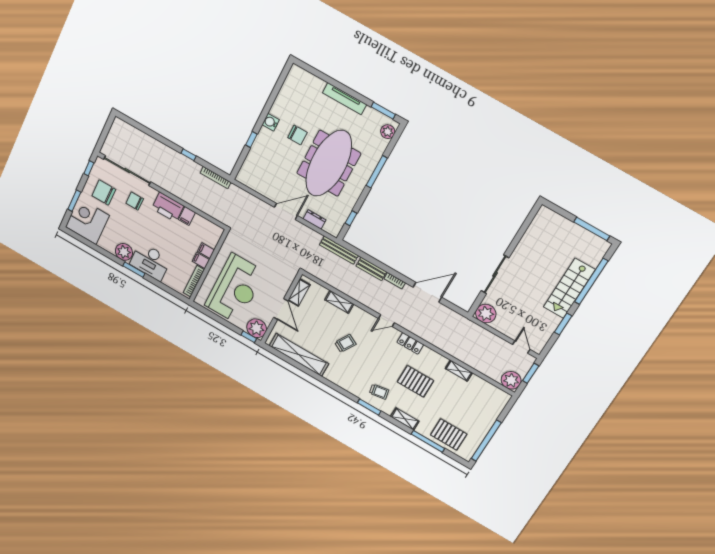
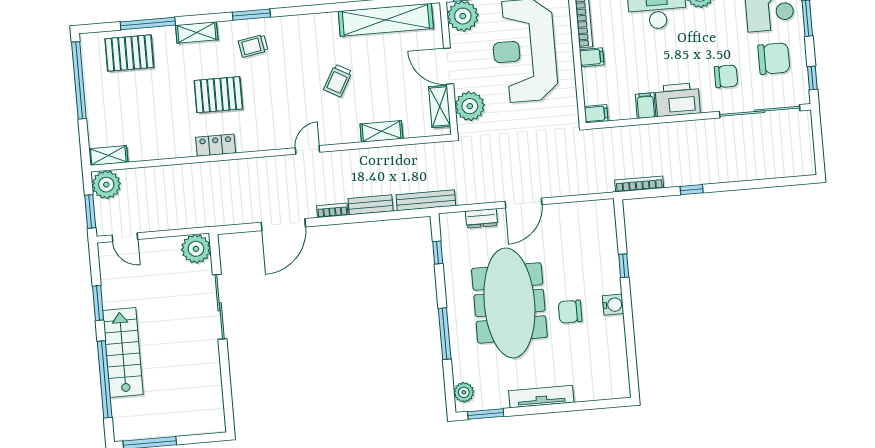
filing cabinet: (206, 251) -> (596, 114), moved
plant: (282, 281) -> (470, 106), added
locker: (410, 343) -> (216, 145), moved
shelving: (459, 371) -> (108, 156), moved

